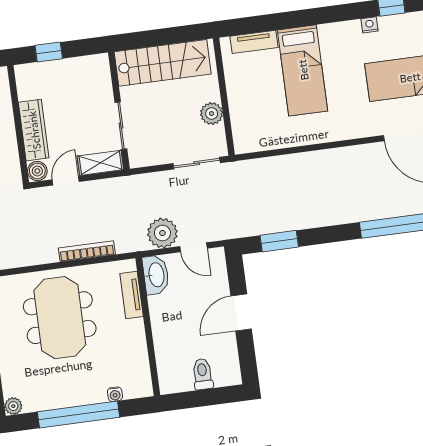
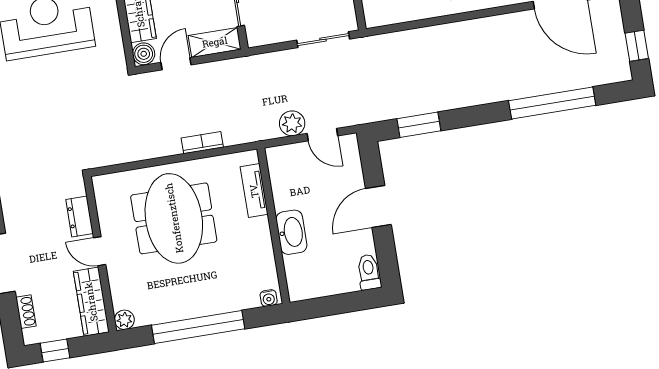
plant: (162, 233) -> (292, 123), width x0.73, depth x0.73
bookcase: (87, 251) -> (202, 143), width x0.64
washbasin: (156, 275) -> (291, 232), moved
toilet: (203, 374) -> (369, 272), moved
water cooler: (115, 394) -> (269, 298), moved

